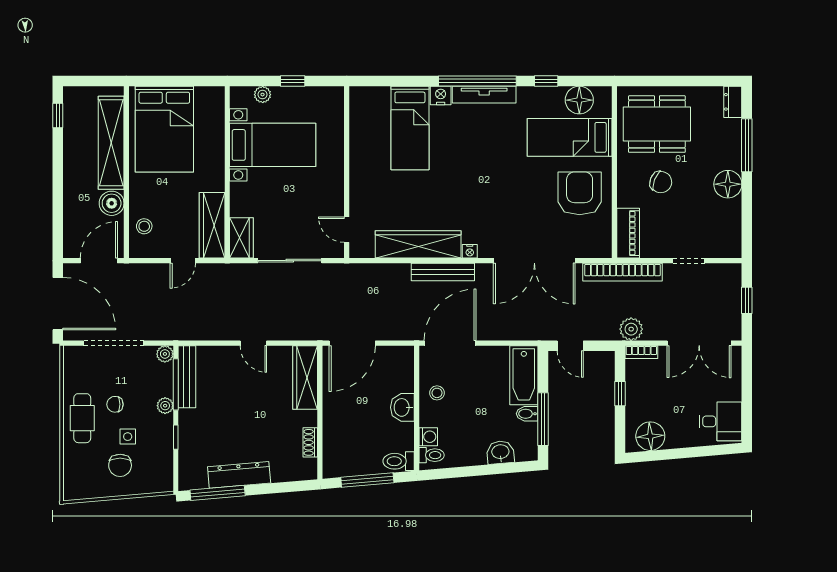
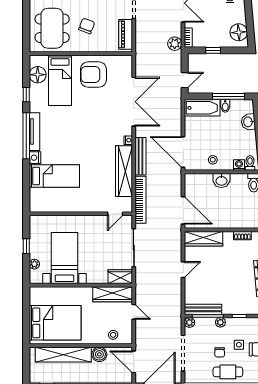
piano: (628, 233) -> (126, 34), moved, turned -90
bookcase: (623, 272) -> (141, 200), moved

